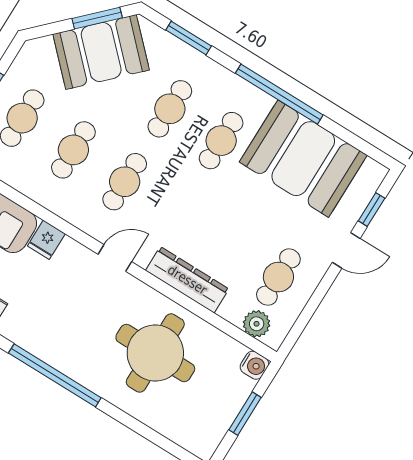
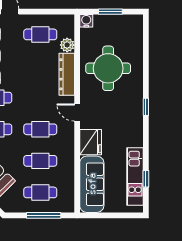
fridge: (46, 240) -> (91, 142), width x1.88, depth x1.34
plant: (257, 324) -> (67, 45), moved
window: (55, 375) -> (146, 107), width x0.32

